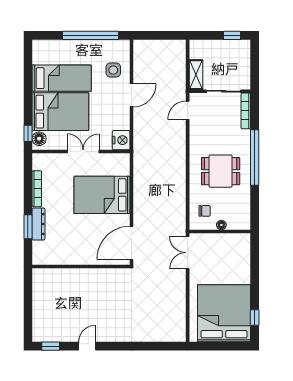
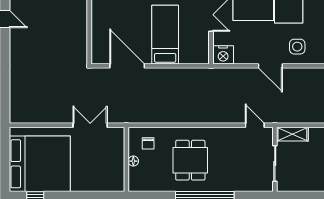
bookcase: (246, 111) -> (254, 187), removed
bed: (102, 195) -> (165, 35), width x0.67
door: (131, 243) -> (127, 66), moved
double door: (188, 253) -> (90, 125), moved

